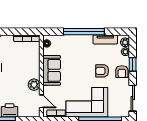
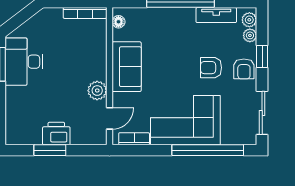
door: (41, 101) -> (109, 118), hinge flipped

